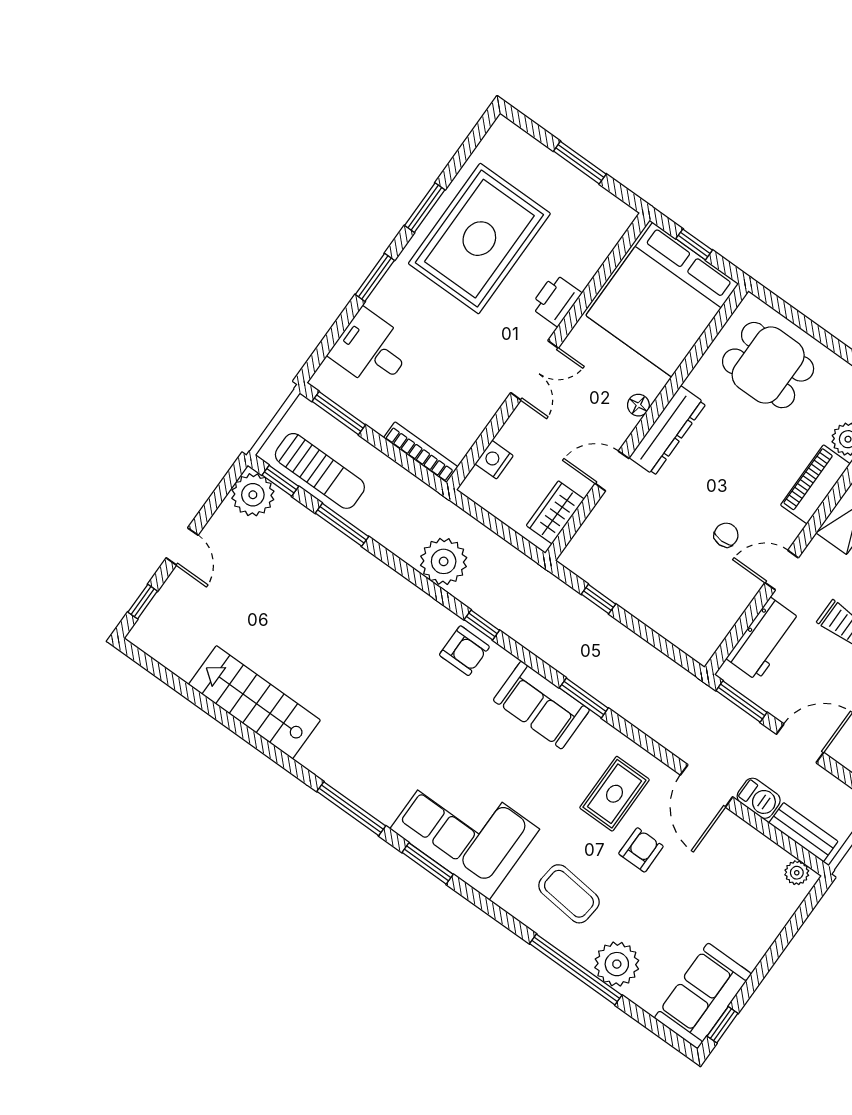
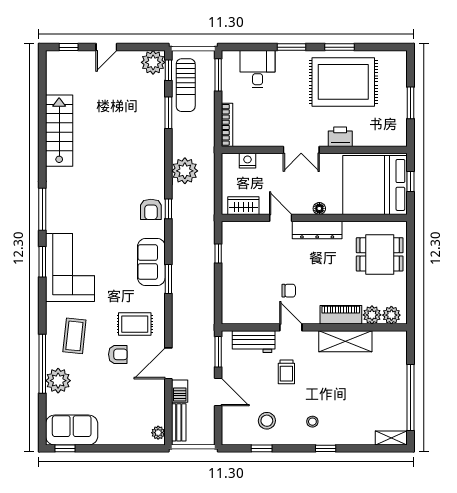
dining table: (768, 365) -> (380, 254), turned 90

